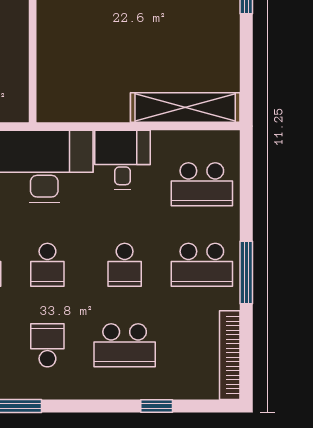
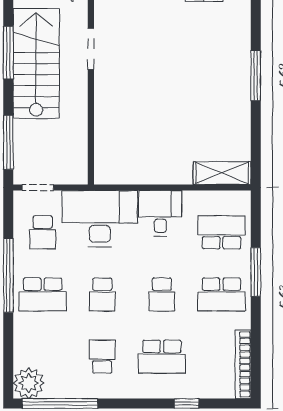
shelving: (185, 107) -> (222, 173), width x0.68
school desk: (202, 184) -> (221, 232), turned 180
window: (246, 273) -> (256, 272), moved

